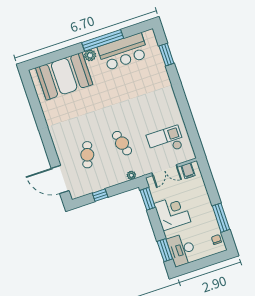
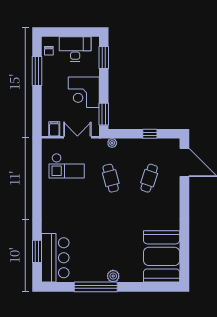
bar counter: (123, 52) -> (55, 258), moved, turned 90
booth: (64, 76) -> (162, 256), moved, turned 90
desk: (182, 250) -> (75, 49), moved, turned -90

